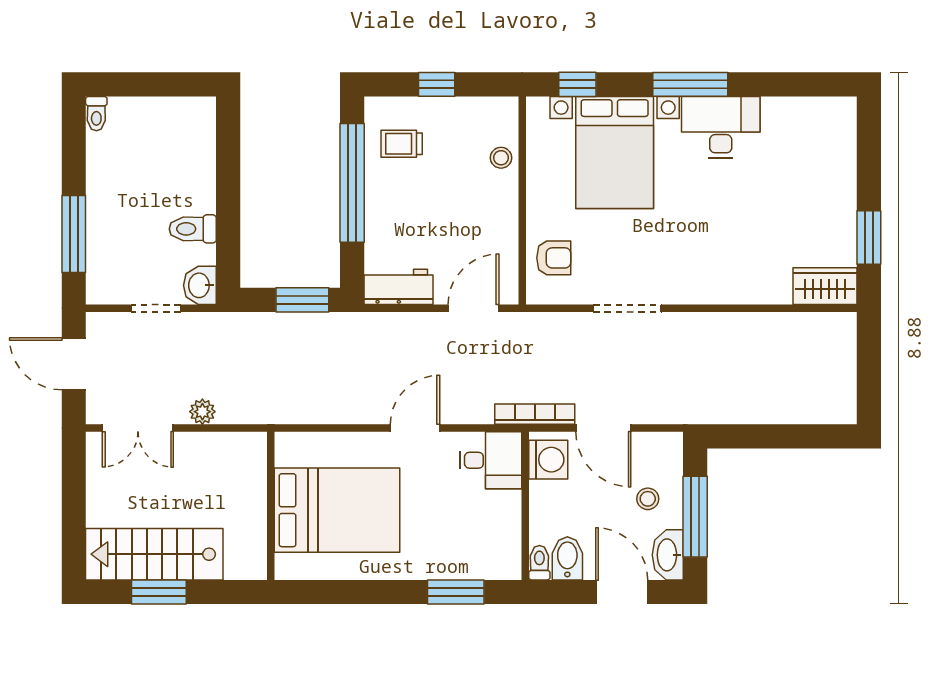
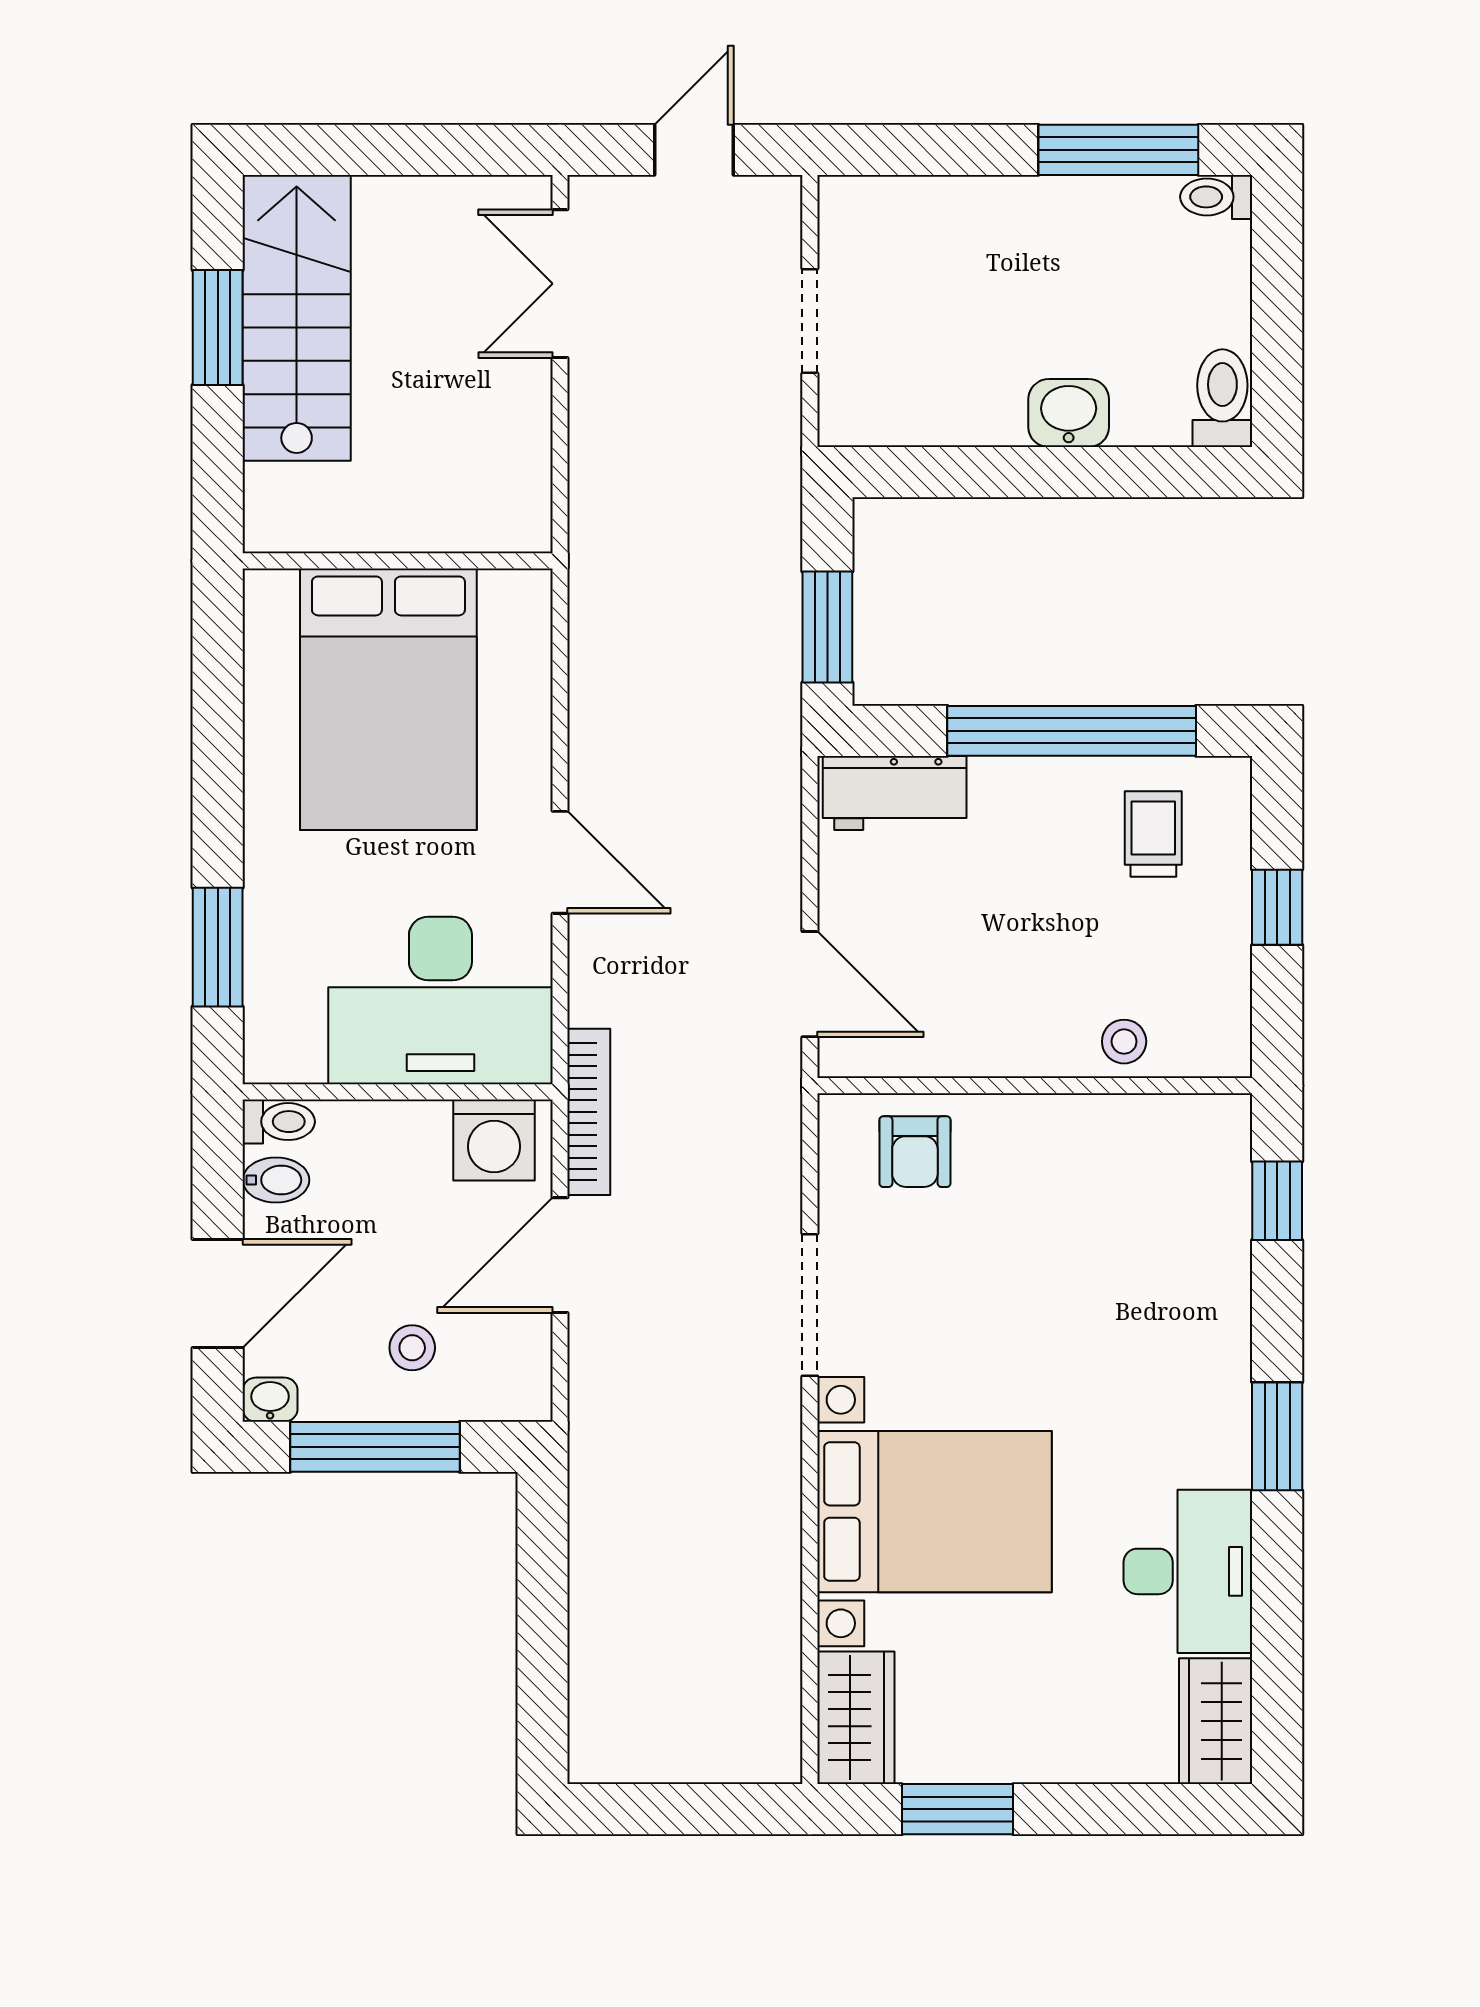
window: (690, 84) -> (1277, 1436), width x0.69
wardrobe: (827, 114) -> (1216, 1721), added
desk: (721, 127) -> (1188, 1571), moved
bed with nightstands: (615, 152) -> (935, 1512), moved, turned 180
toilet: (193, 229) -> (1222, 398), moved
window: (74, 234) -> (1118, 150), moved
washbasin: (200, 285) -> (1069, 413), moved
workbench: (399, 287) -> (895, 793), moved, turned 90
door: (74, 364) -> (694, 150), width x0.73
plant: (202, 412) -> (594, 418), removed
desk: (491, 460) -> (440, 1001), width x1.87, depth x1.30
washbasin: (668, 555) -> (270, 1400), width x0.52, depth x0.69
bidet: (567, 558) -> (276, 1180), width x0.72, depth x0.74

